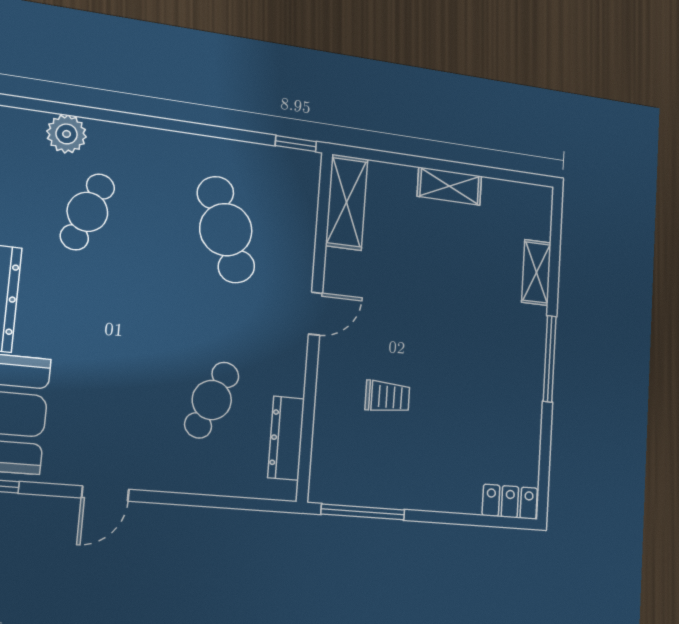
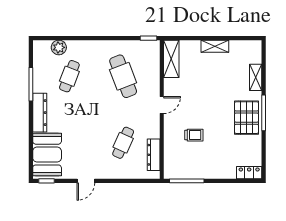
pallet: (511, 366) -> (247, 118), added

